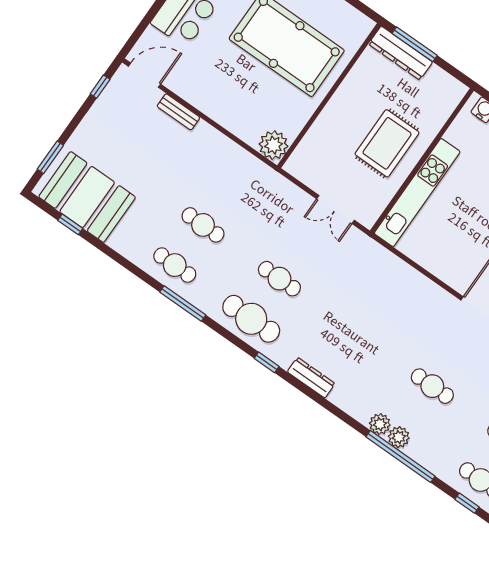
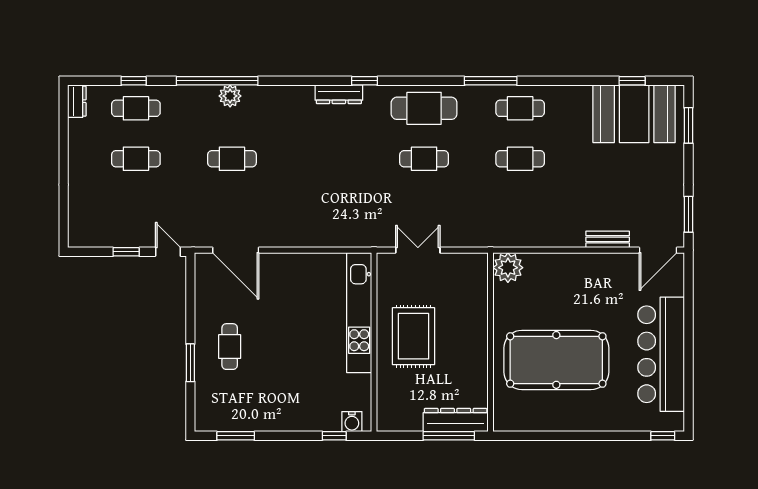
window: (100, 87) -> (688, 214), width x1.50
window: (267, 362) -> (365, 81), moved
plant: (380, 424) -> (254, 96), removed

